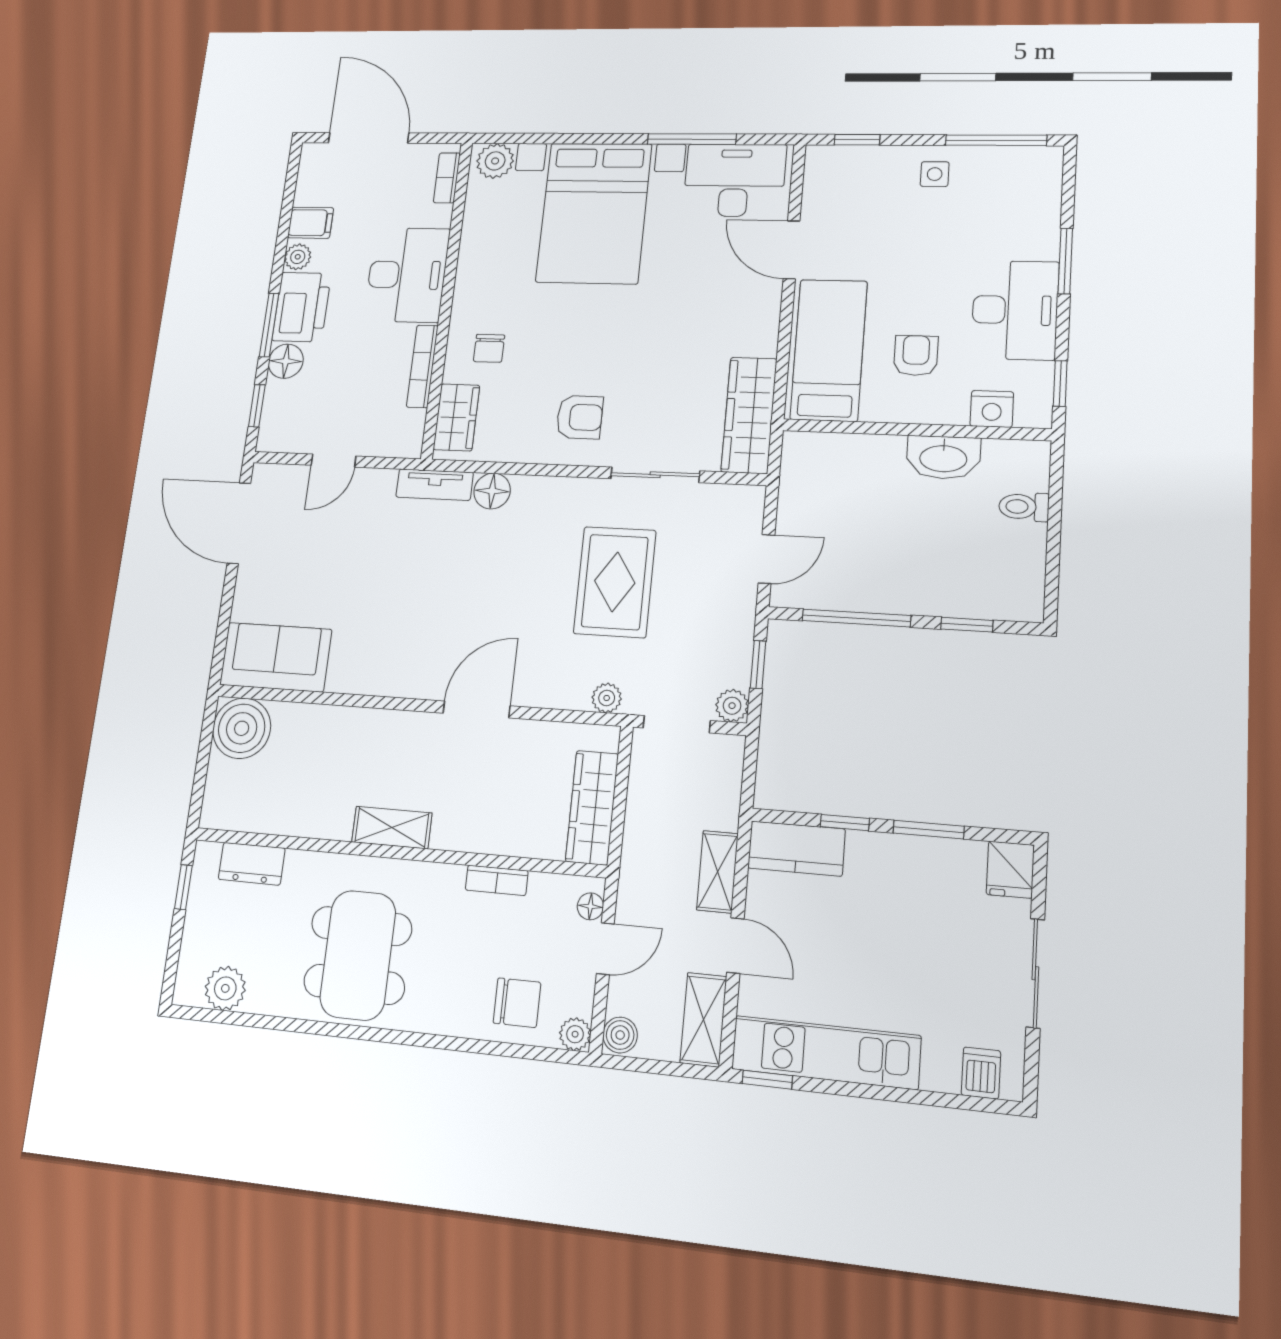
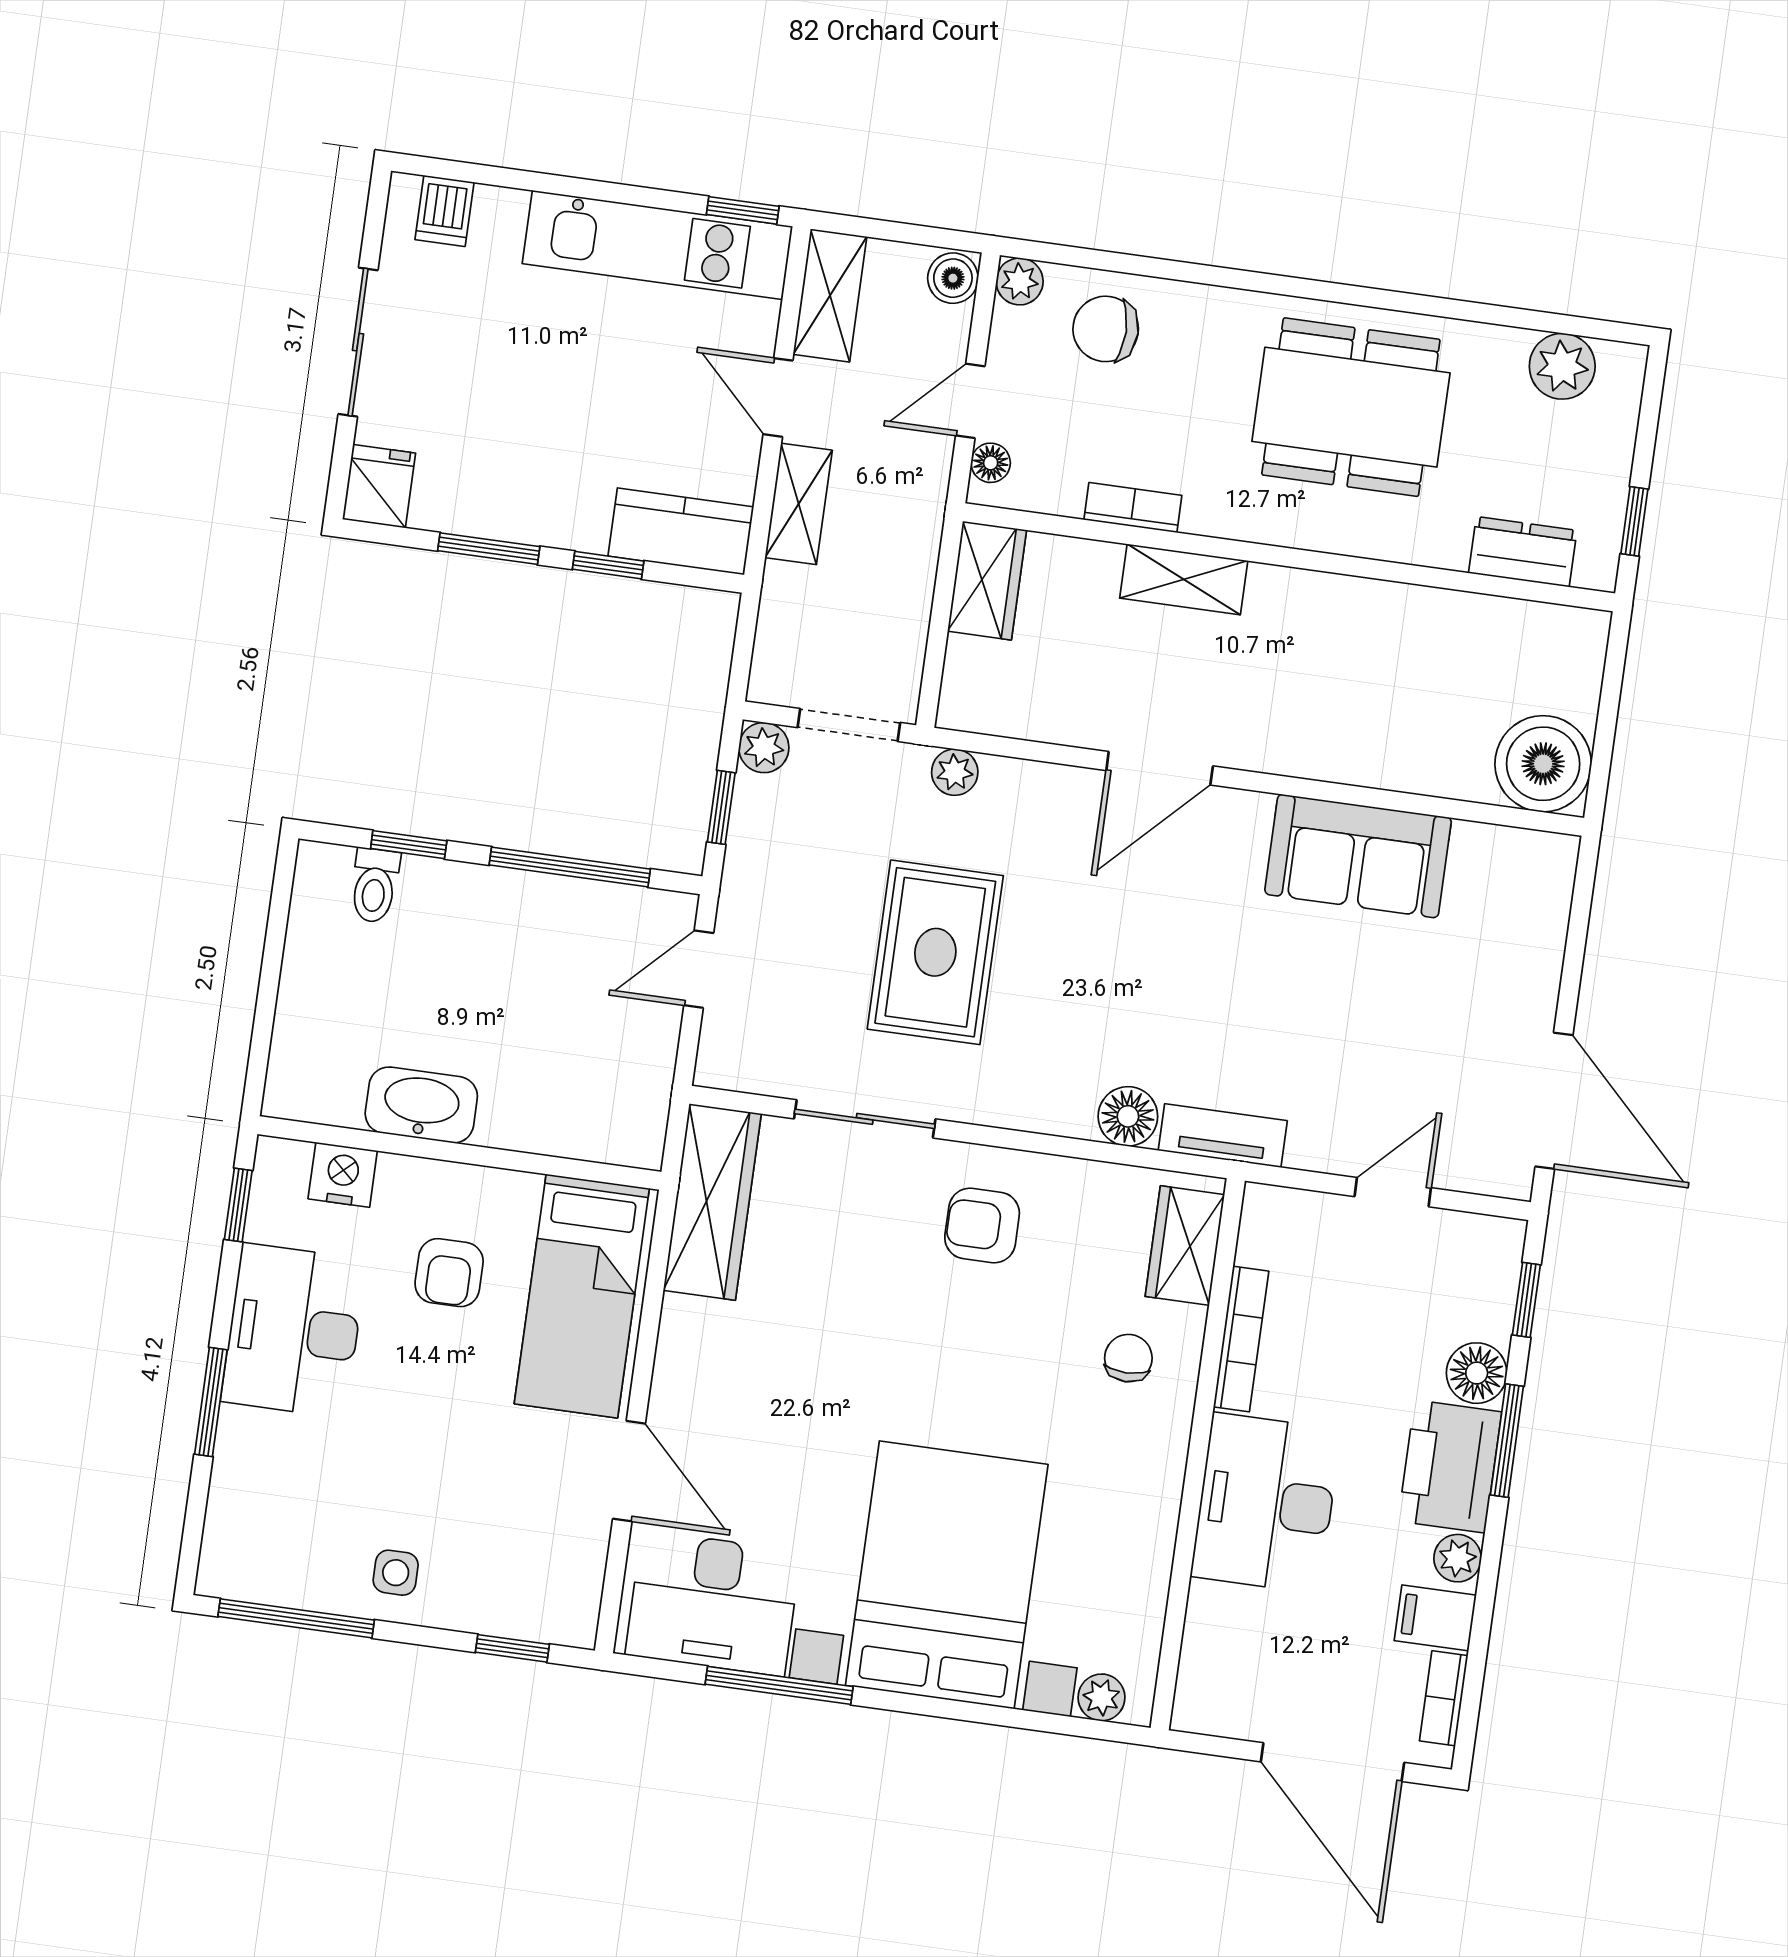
plant: (495, 161) -> (1102, 1697), width x0.73, depth x0.73
bookcase: (447, 178) -> (1444, 1698), moved, turned 180
toilet: (1024, 507) -> (375, 885), moved, turned 90
sofa: (276, 657) -> (1358, 856), moved
wardrobe: (592, 807) -> (987, 580), width x0.67
shelving: (392, 828) -> (1184, 579), moved
dining table: (358, 955) -> (1351, 407), turned 90

